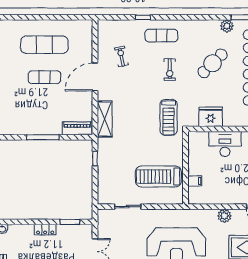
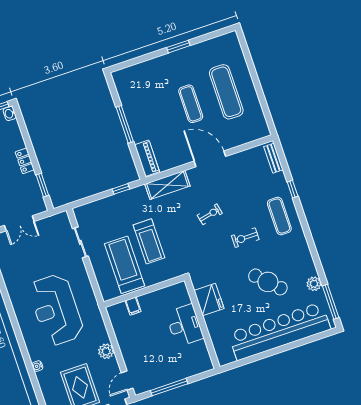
bench: (112, 24) -> (273, 158), added
exercise bike: (121, 56) -> (210, 214), moved
treadmill: (169, 117) -> (149, 241), moved, turned -90

